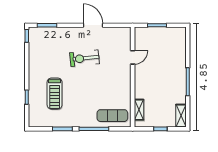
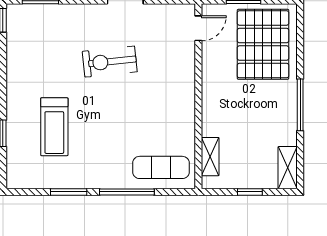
pallet: (168, 49) -> (263, 44), added
door: (133, 57) -> (198, 28), moved

